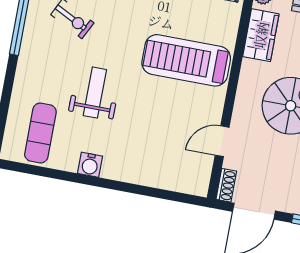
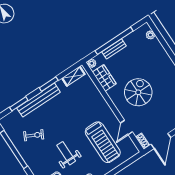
treadmill: (186, 60) -> (103, 142), moved, turned -90

